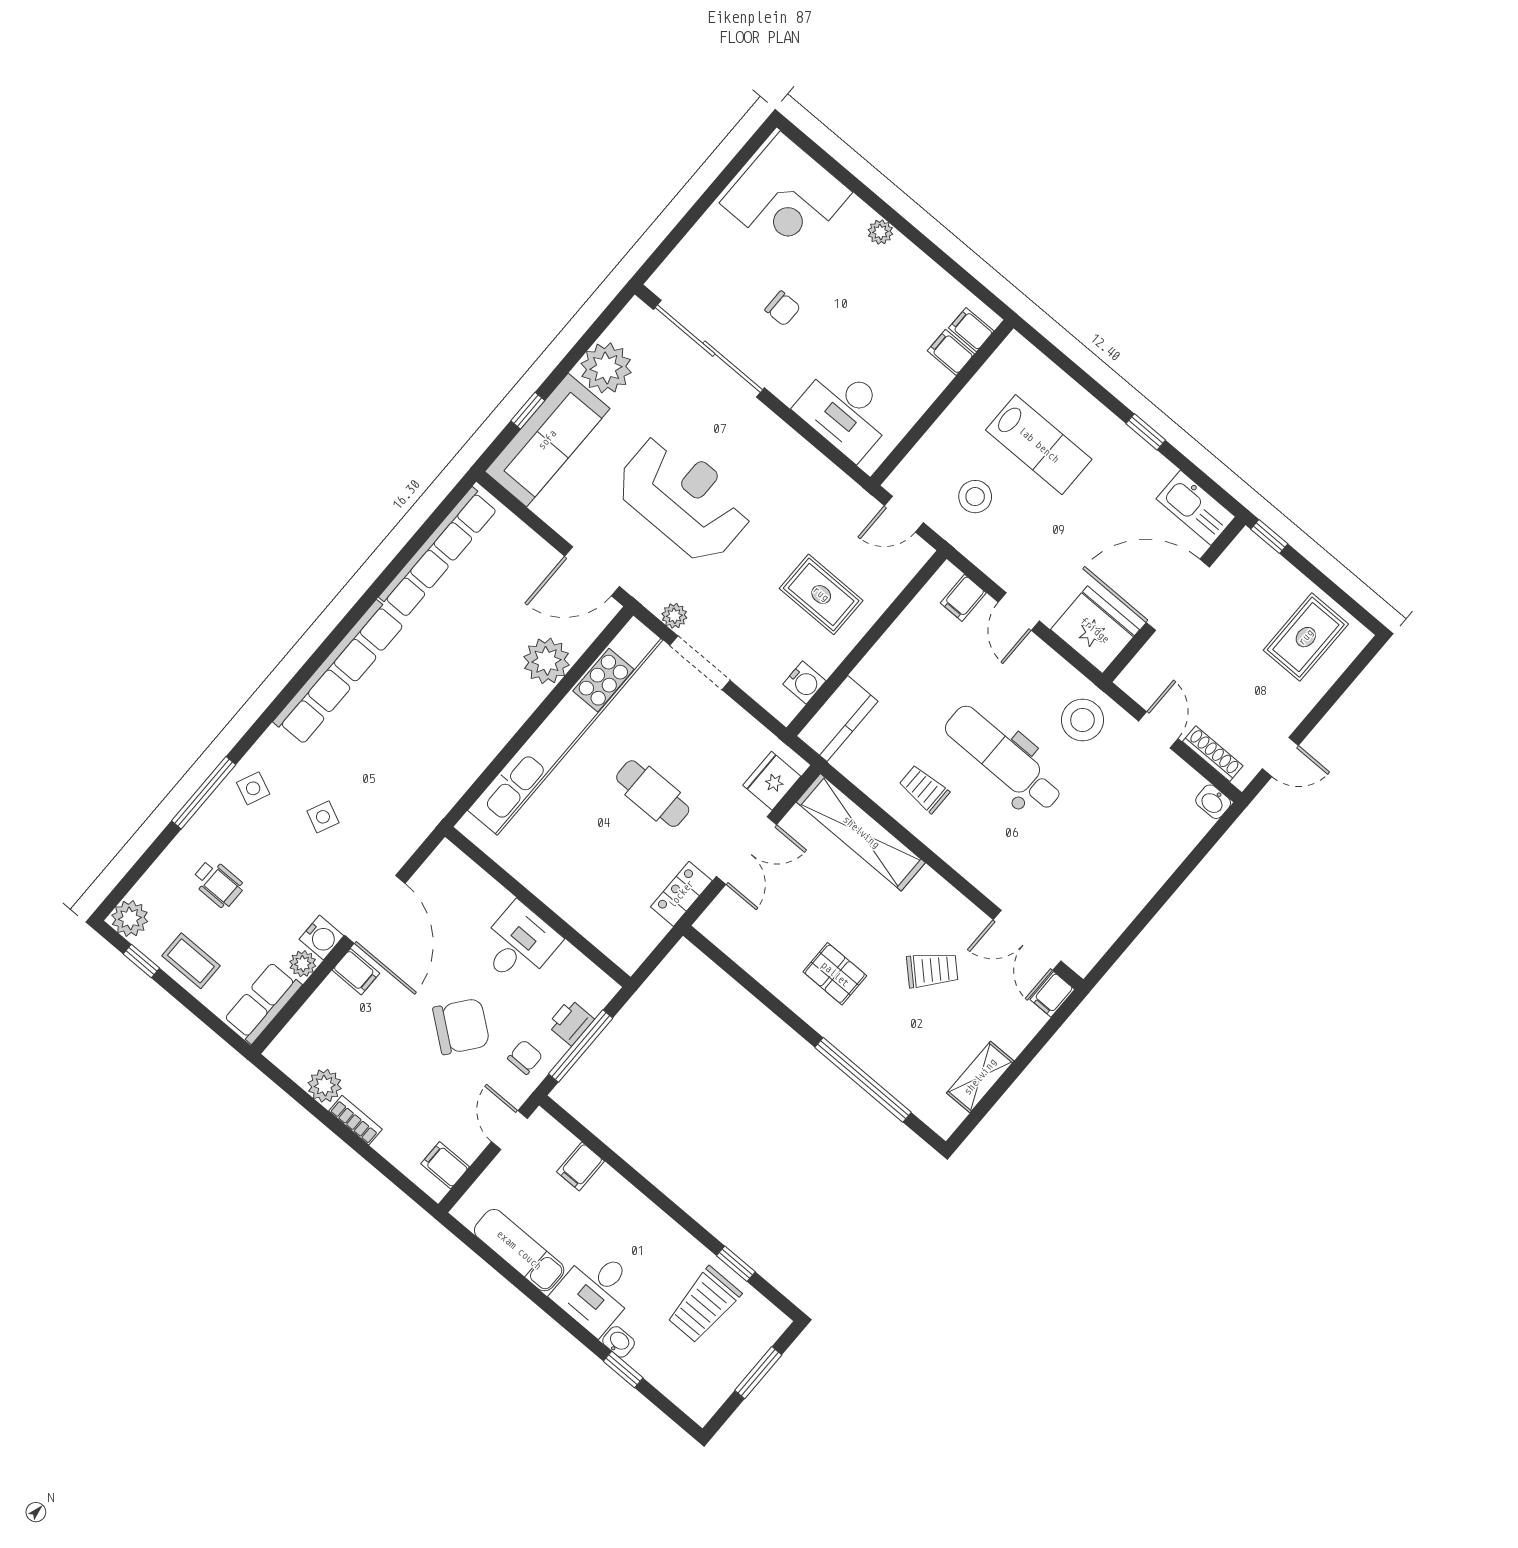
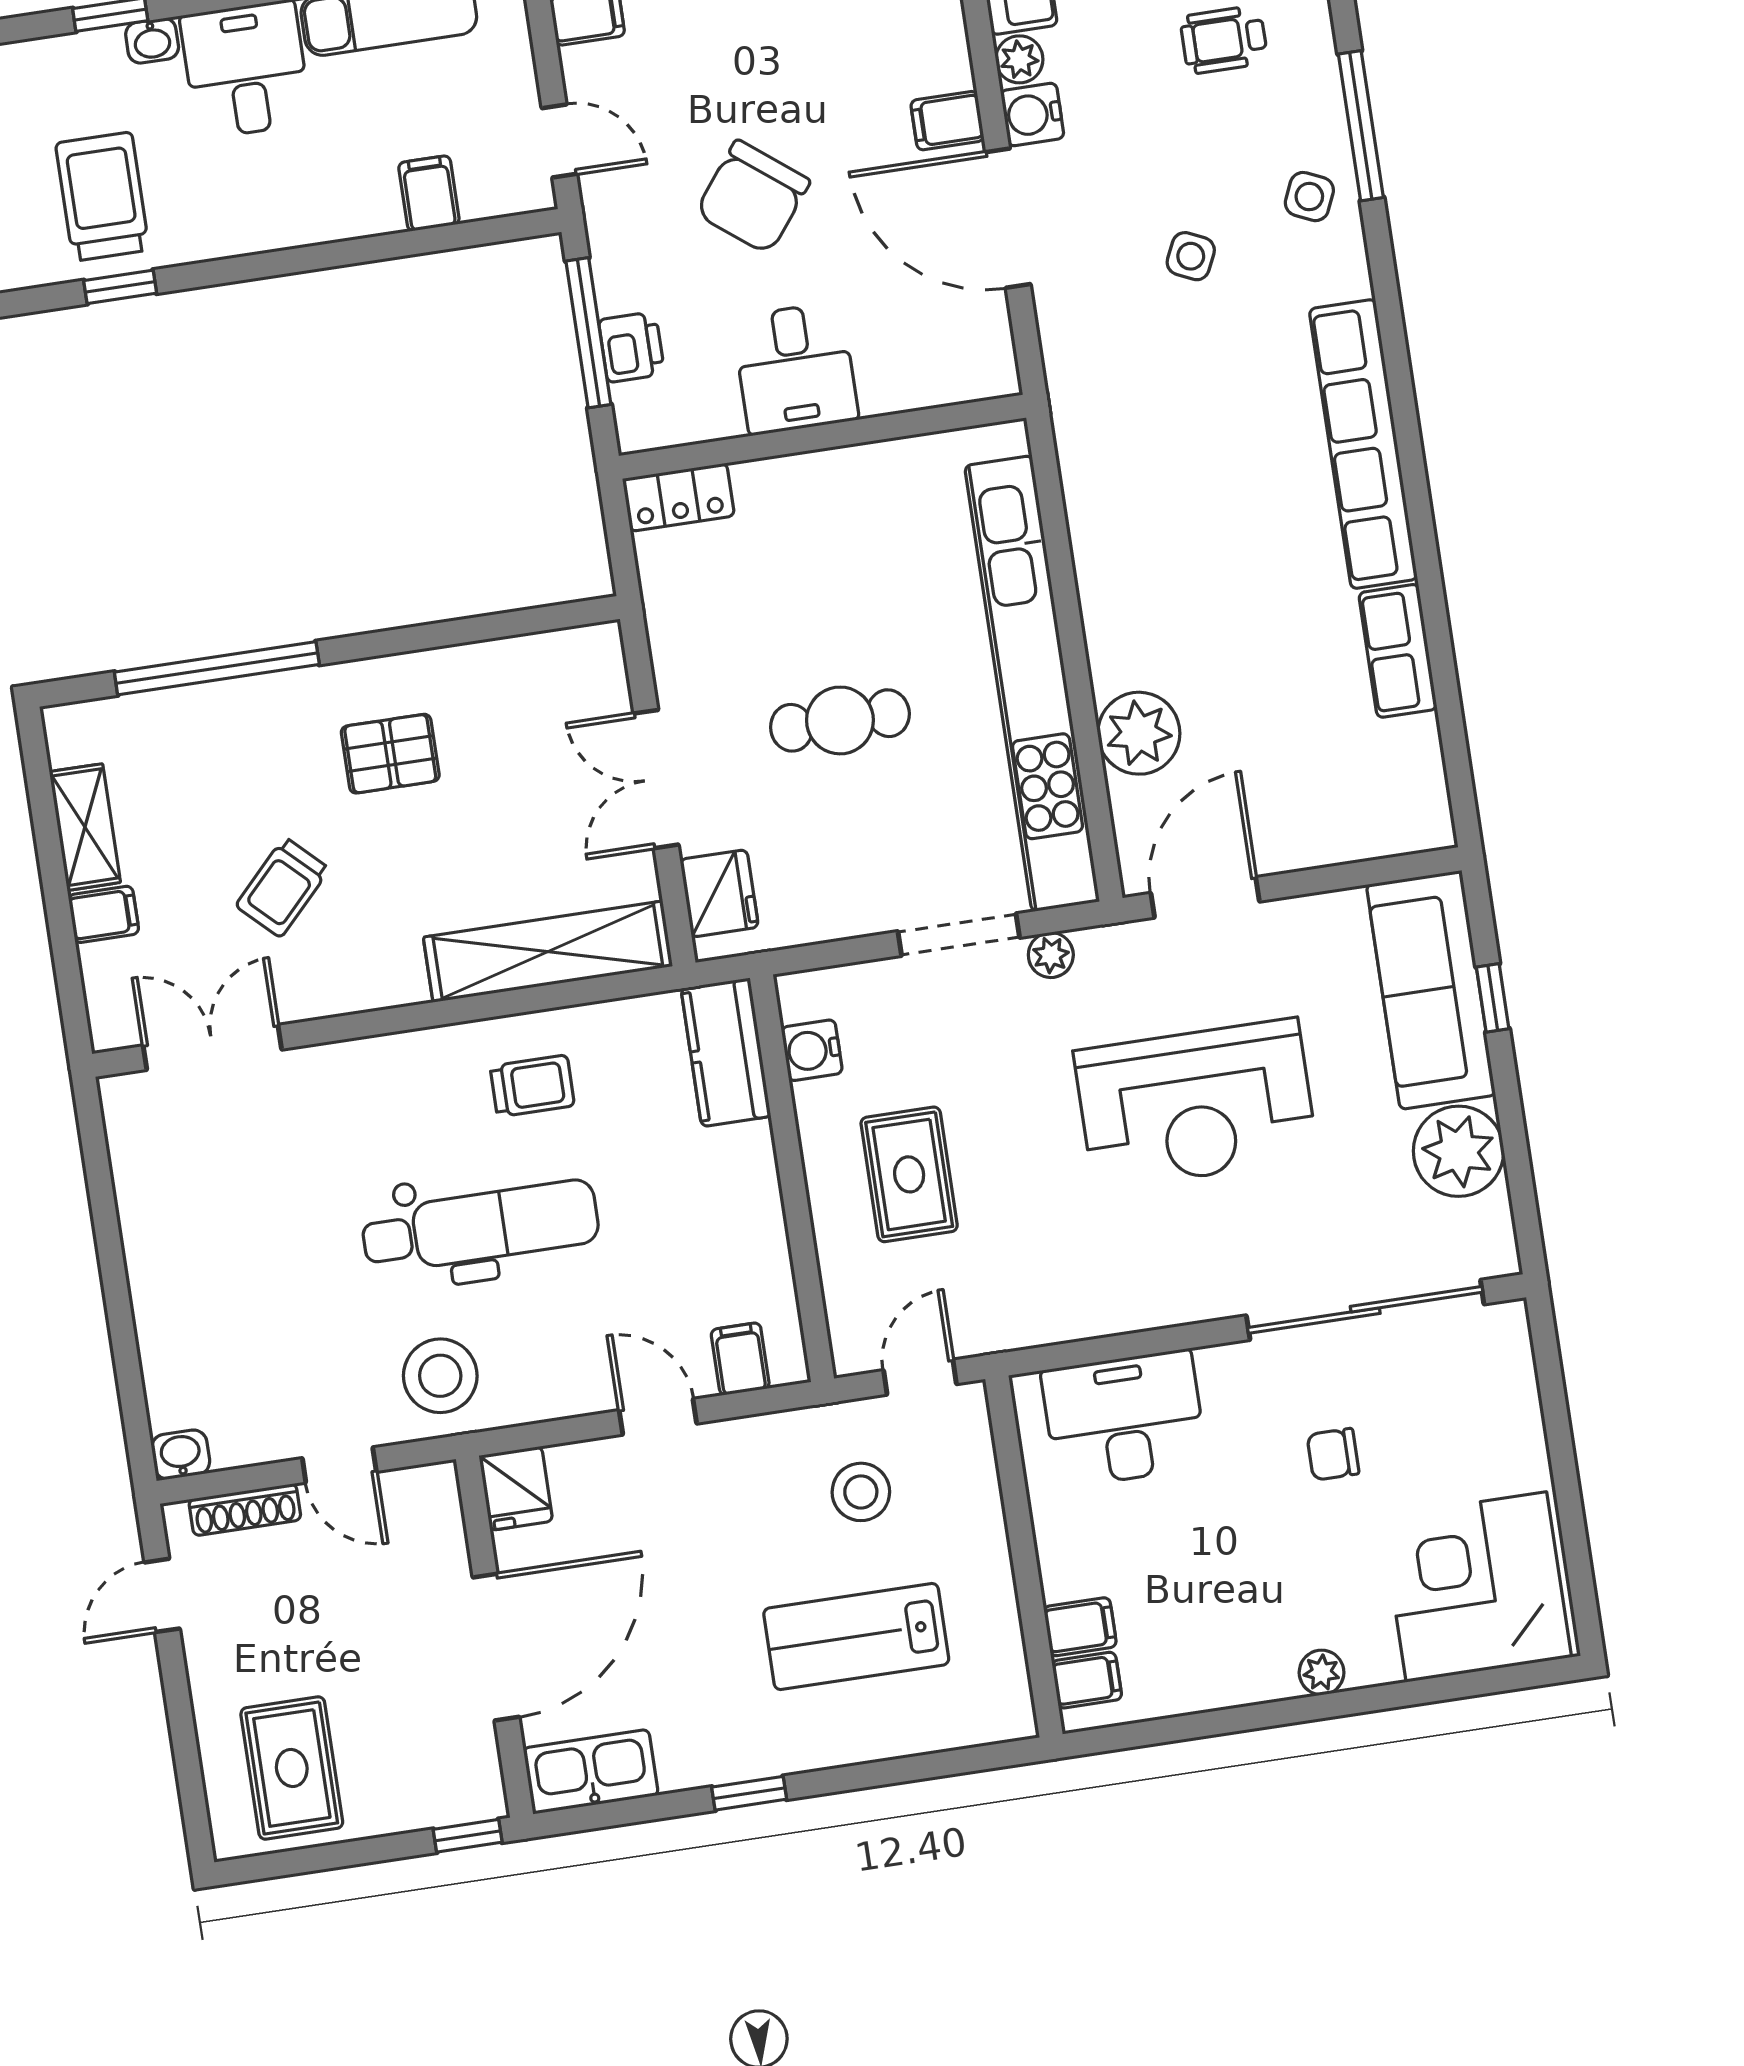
row of seats: (438, 553) -> (1398, 651), width x0.50
rug: (821, 594) -> (909, 1174), turned 90
fridge: (1095, 630) -> (516, 1488), width x0.53, depth x0.75
locker: (681, 894) -> (678, 497), moved, turned 90
filing cabinet: (1052, 994) -> (104, 914), moved, turned 90
chair: (525, 1057) -> (638, 246), removed

